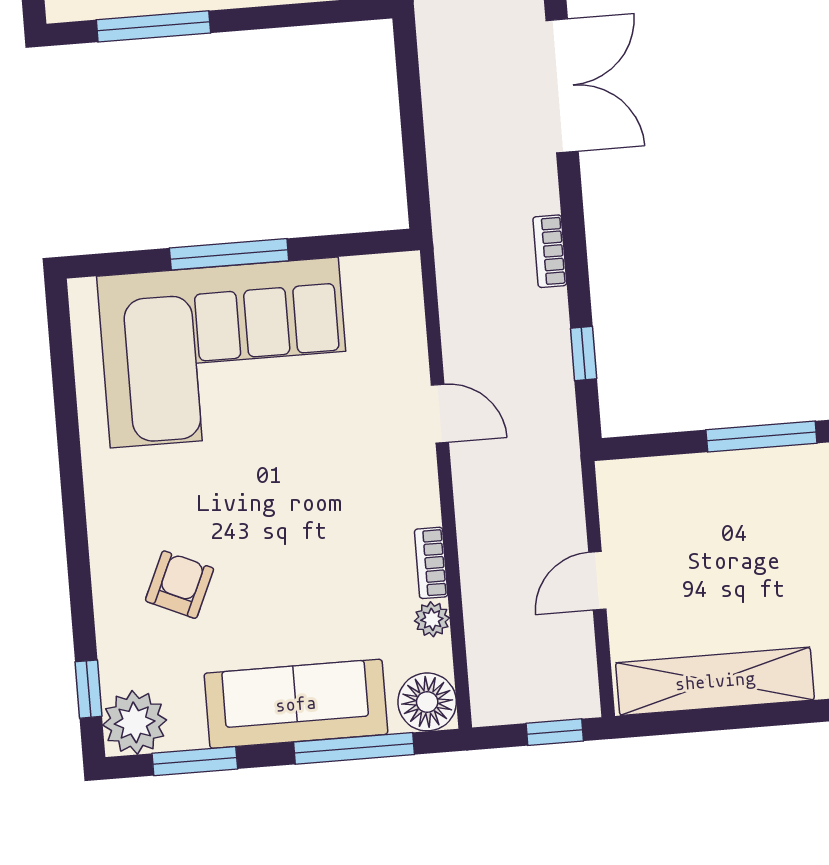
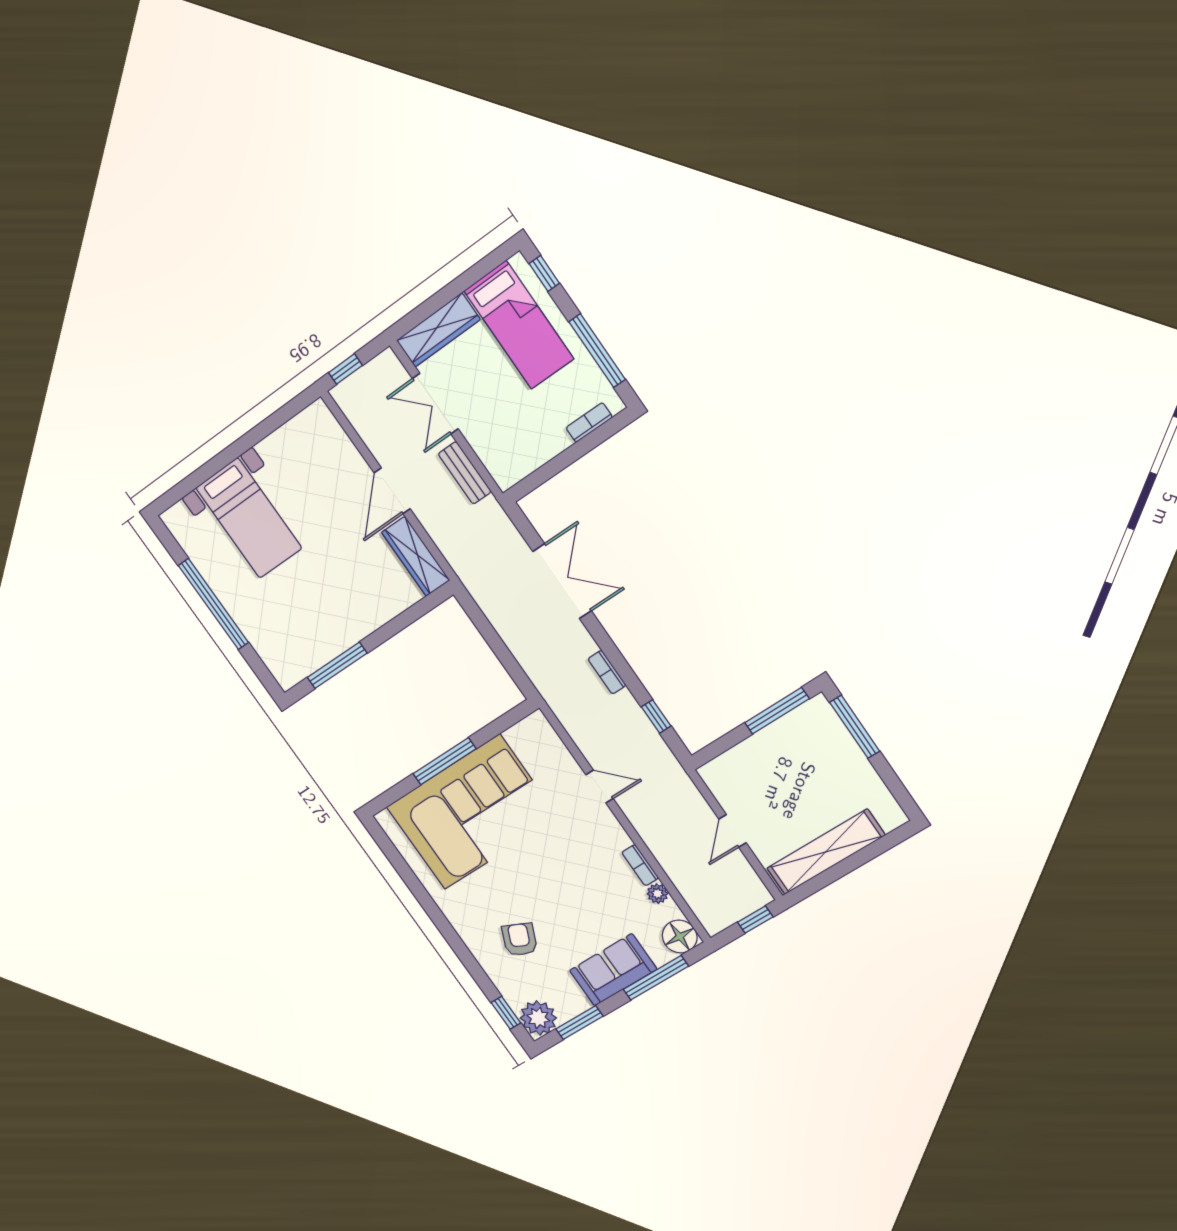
sofa: (296, 704) -> (613, 970), width x0.73

